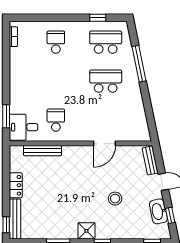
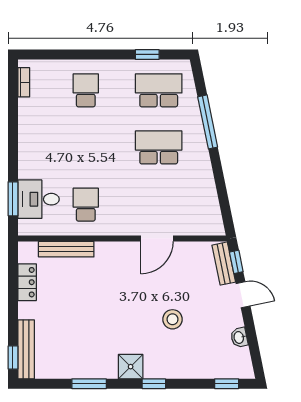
desk: (24, 127) -> (39, 199), moved
locker: (16, 185) -> (27, 282), moved
washbasin: (158, 211) -> (239, 337), width x0.52, depth x0.69
window: (170, 215) -> (236, 262), moved

